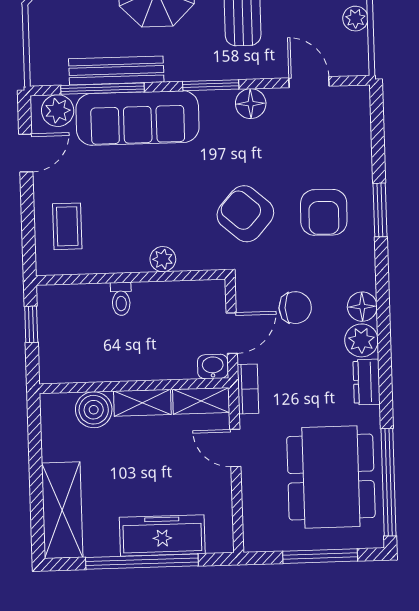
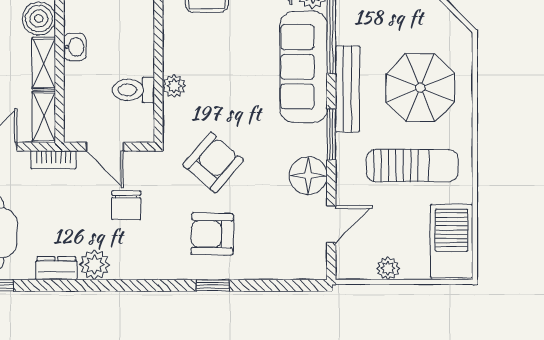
bench: (116, 70) -> (348, 89), moved
floor lamp: (251, 104) -> (308, 176), width x1.38, depth x1.38
window: (380, 210) -> (213, 285), width x0.67
toilet: (121, 299) -> (133, 90), moved, width x1.37, depth x1.39
floor lamp: (362, 307) -> (125, 266), removed
washbasin: (213, 367) -> (75, 47), moved

